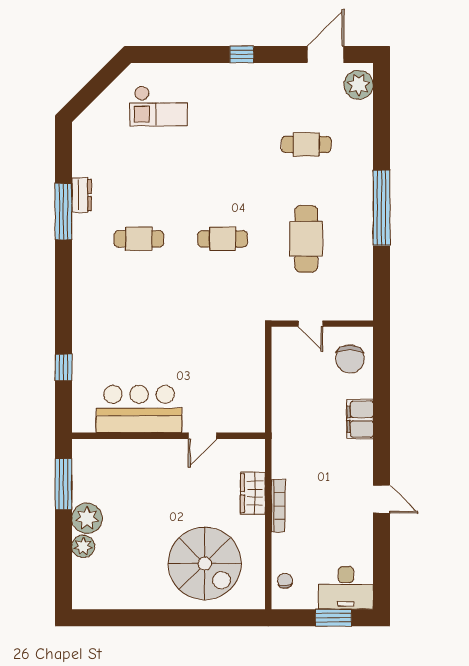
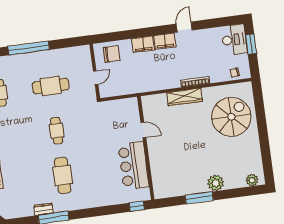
cafe table: (139, 239) -> (63, 175), width x1.37, depth x1.35
bar counter: (139, 409) -> (134, 166), moved
wall: (169, 436) -> (146, 148), moved
door: (202, 436) -> (143, 130), moved
filing cabinet: (360, 460) -> (165, 41), added
wardrobe: (253, 493) -> (185, 97), width x1.50
plant: (83, 546) -> (252, 180), moved

